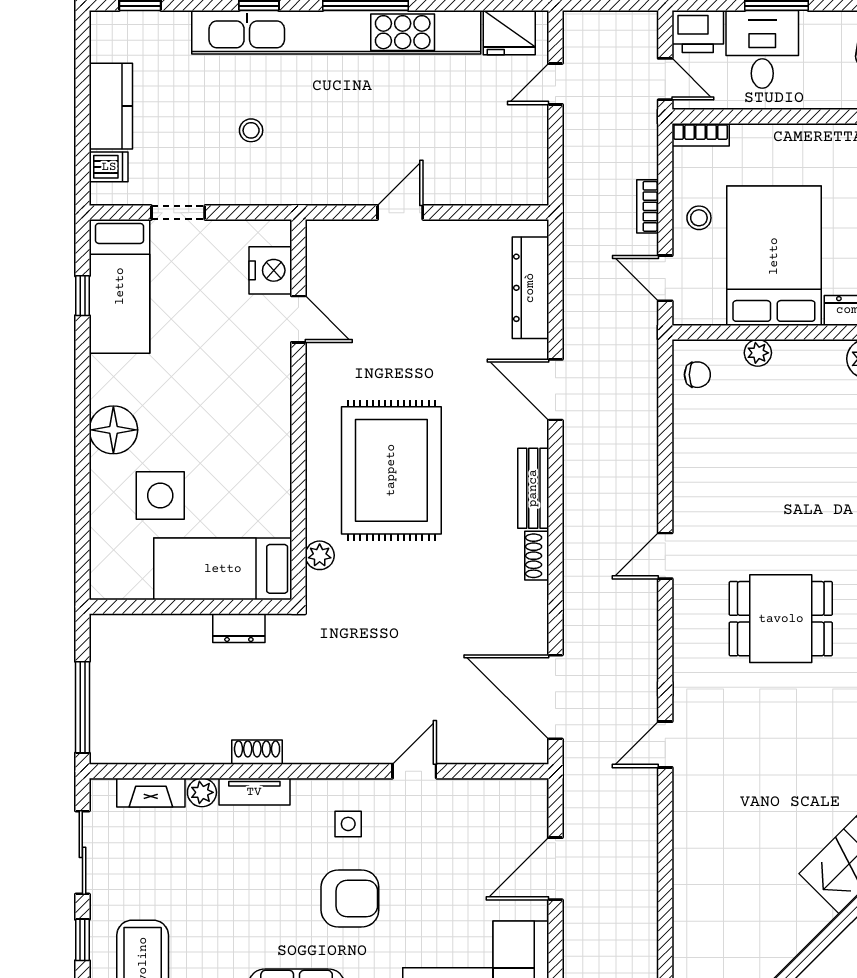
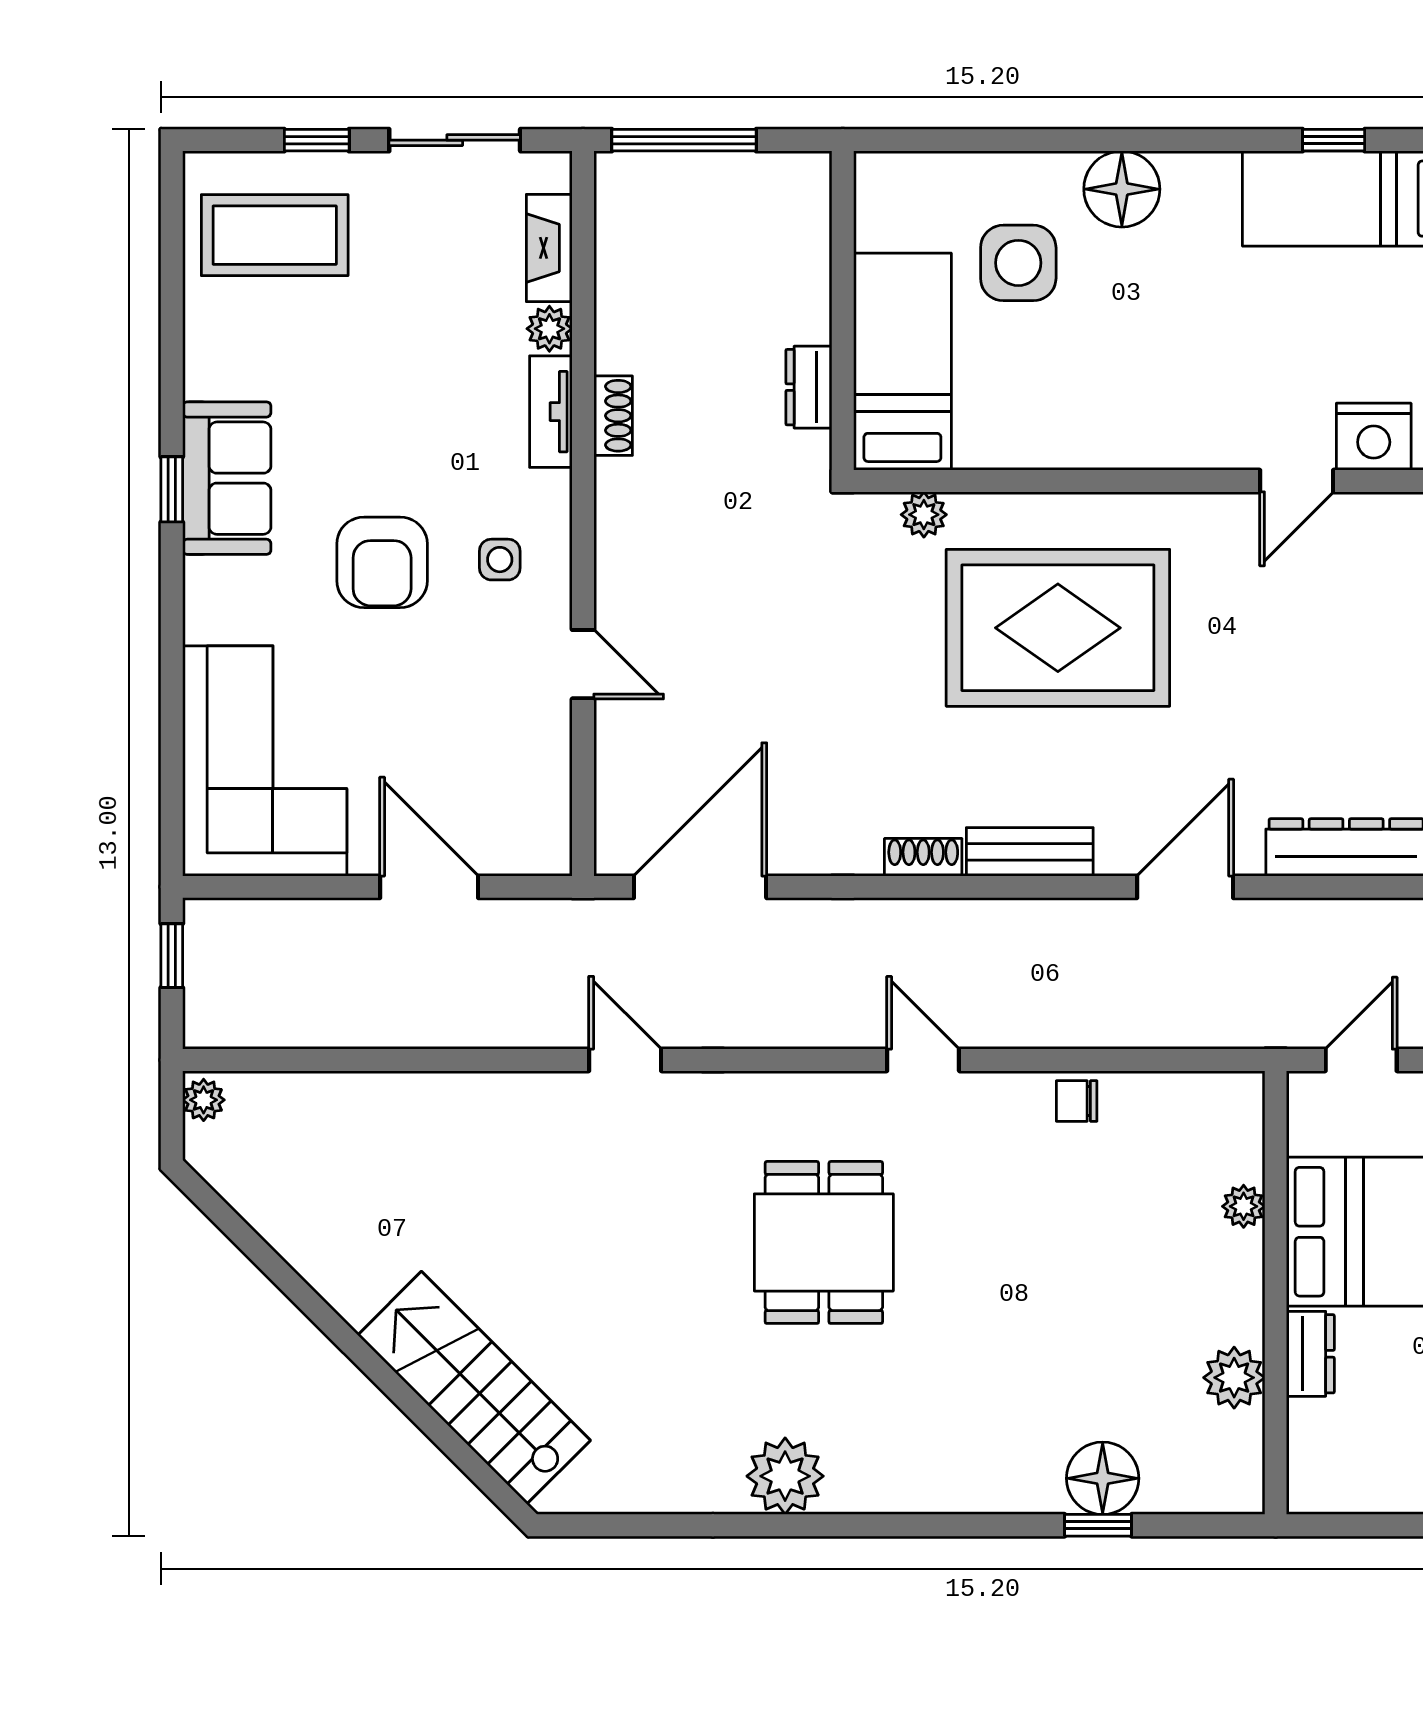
chair: (697, 375) -> (1077, 1101), moved, turned 90

